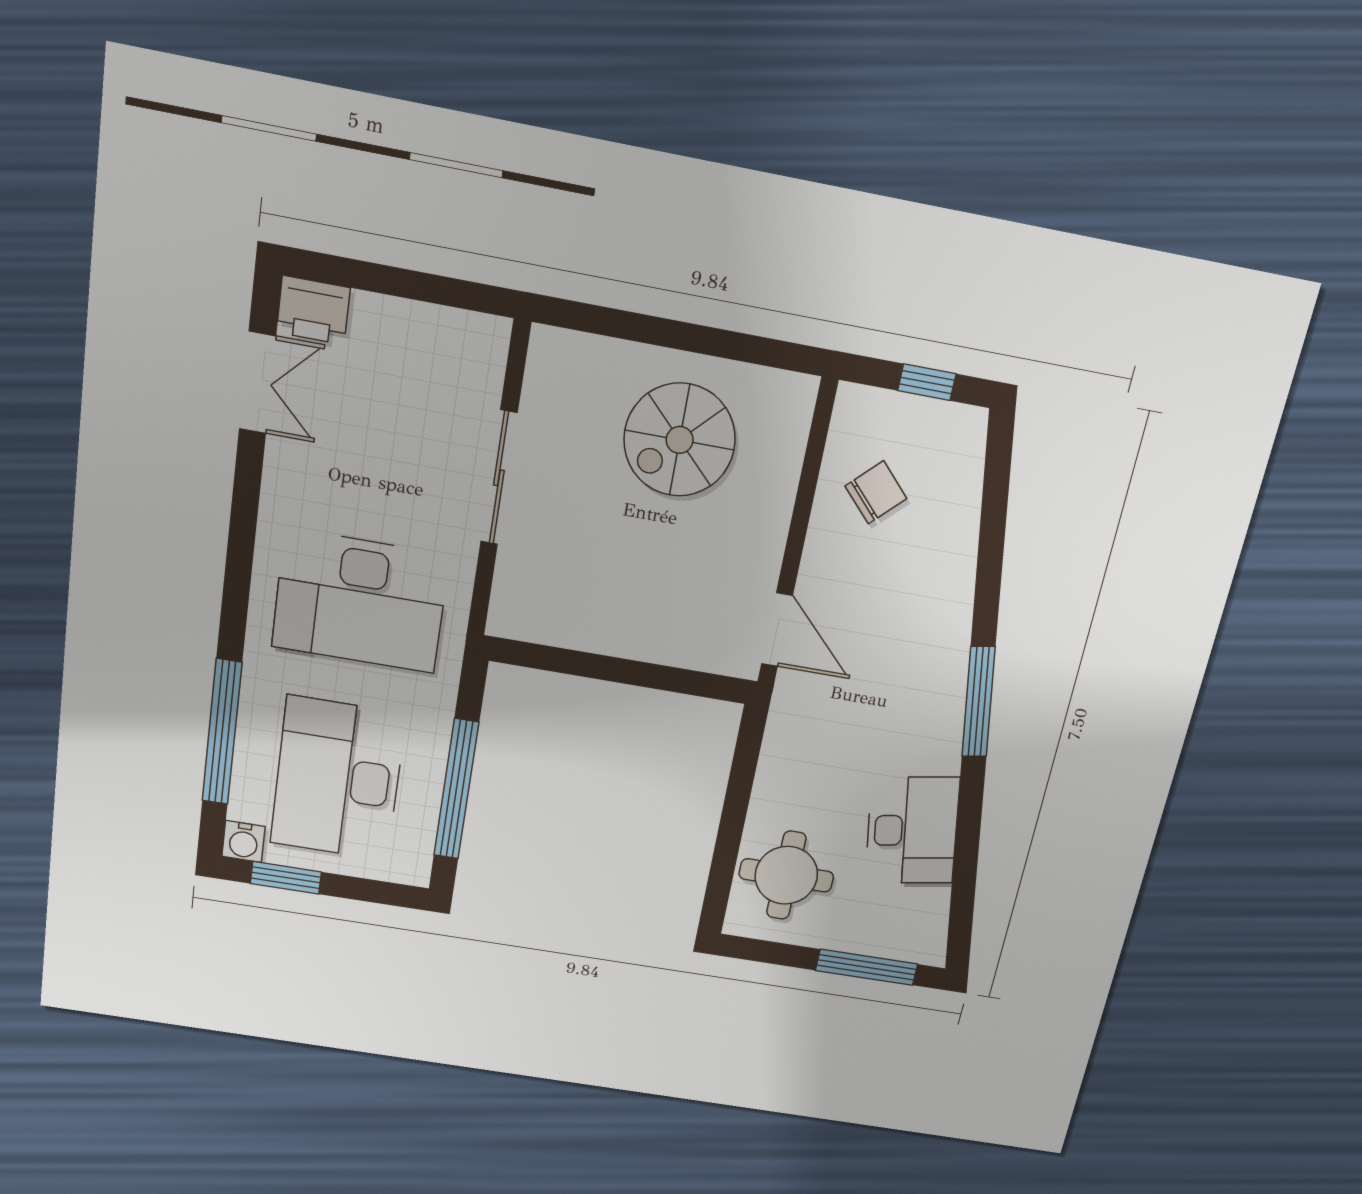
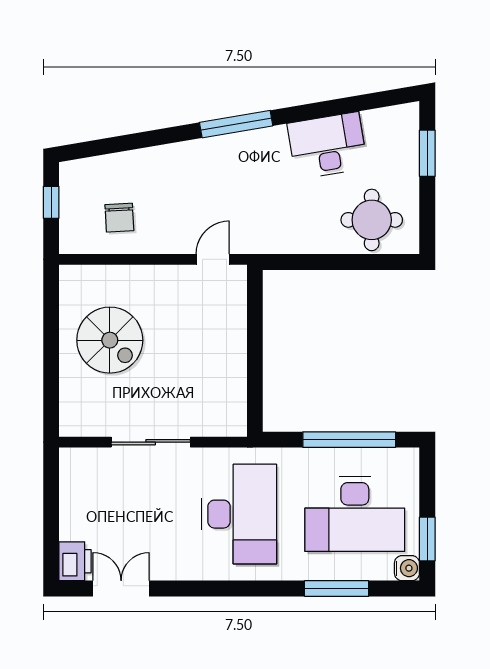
chair: (876, 492) -> (119, 218), turned -139
door: (777, 630) -> (213, 259), width x0.73
window: (222, 732) -> (337, 588), width x0.68
window: (867, 967) -> (427, 153), width x0.69

